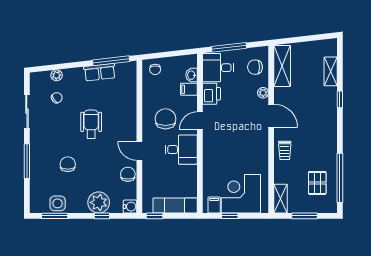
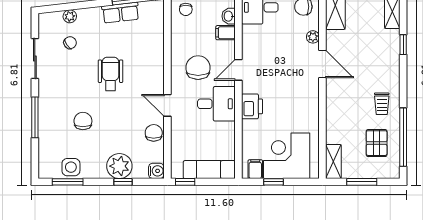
printer: (211, 94) -> (252, 106), moved
trolley: (285, 150) -> (382, 104), moved

